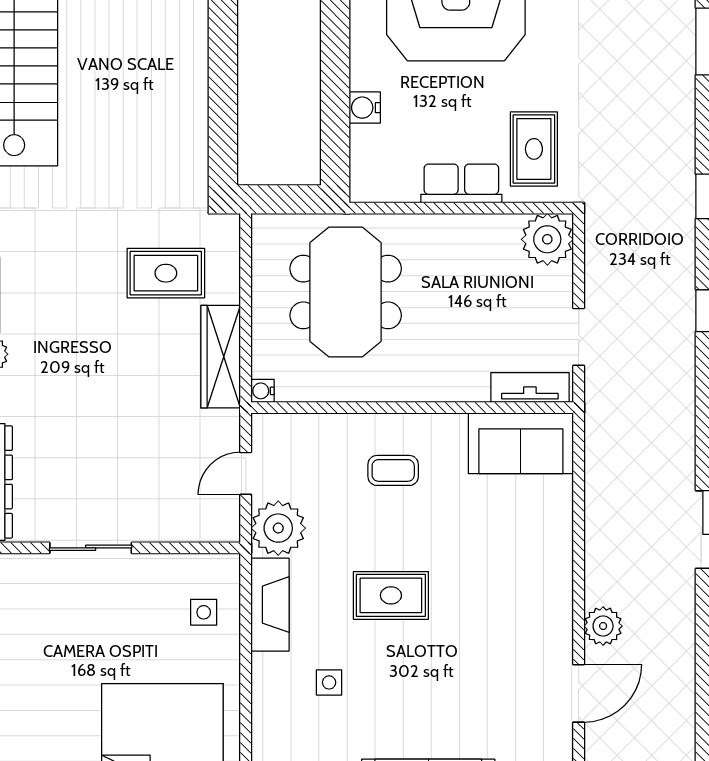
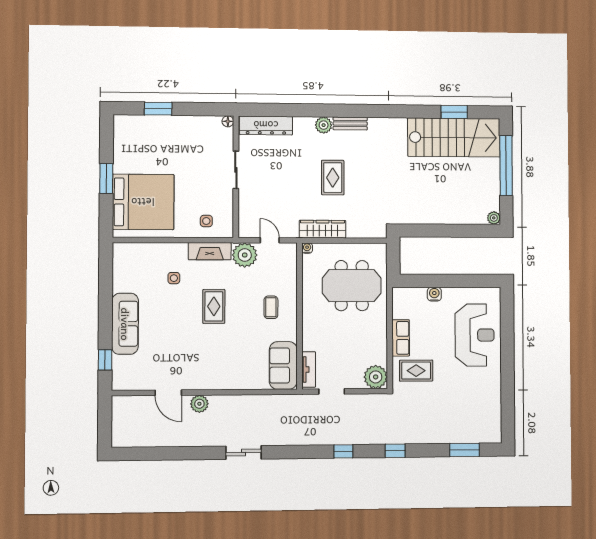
rug: (166, 273) -> (333, 178), moved

